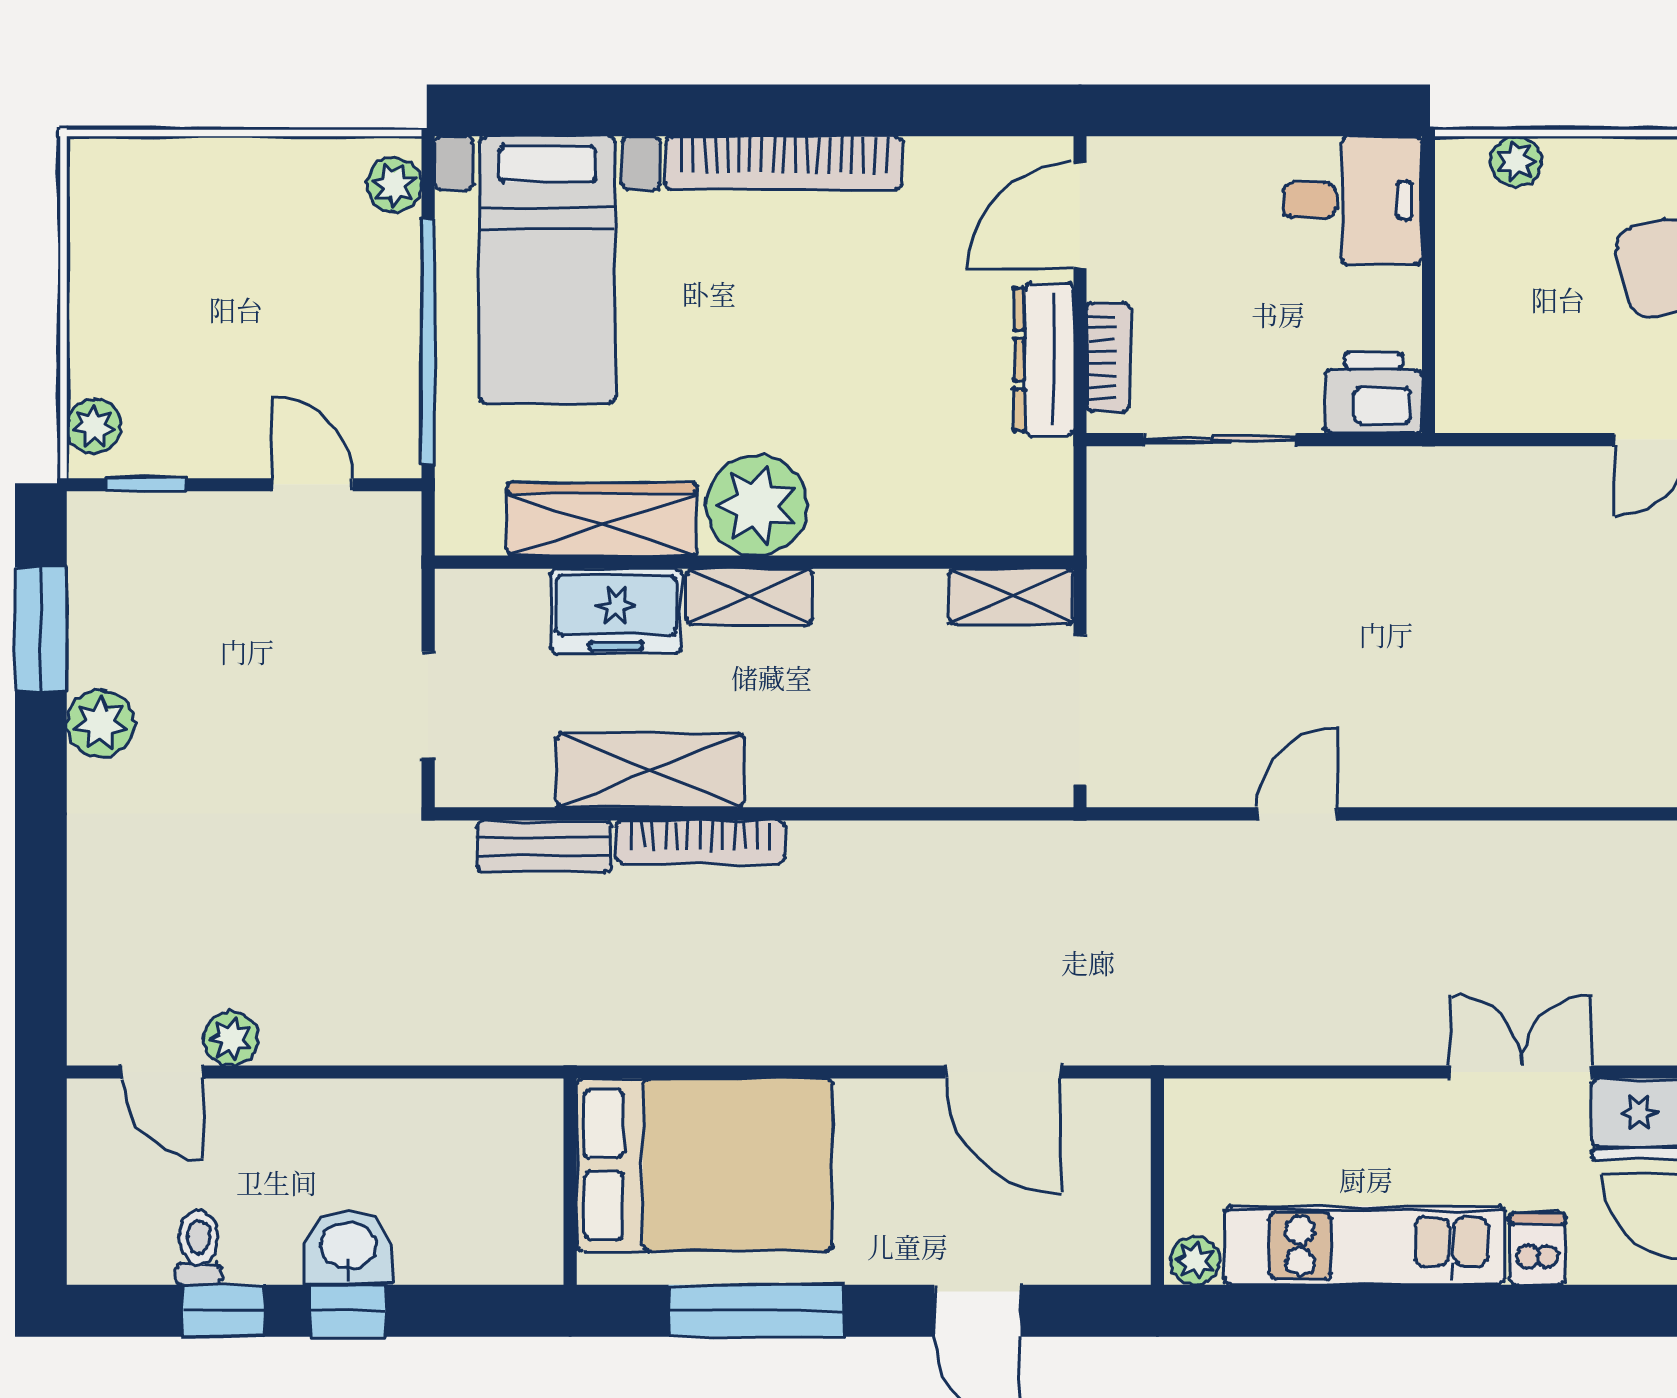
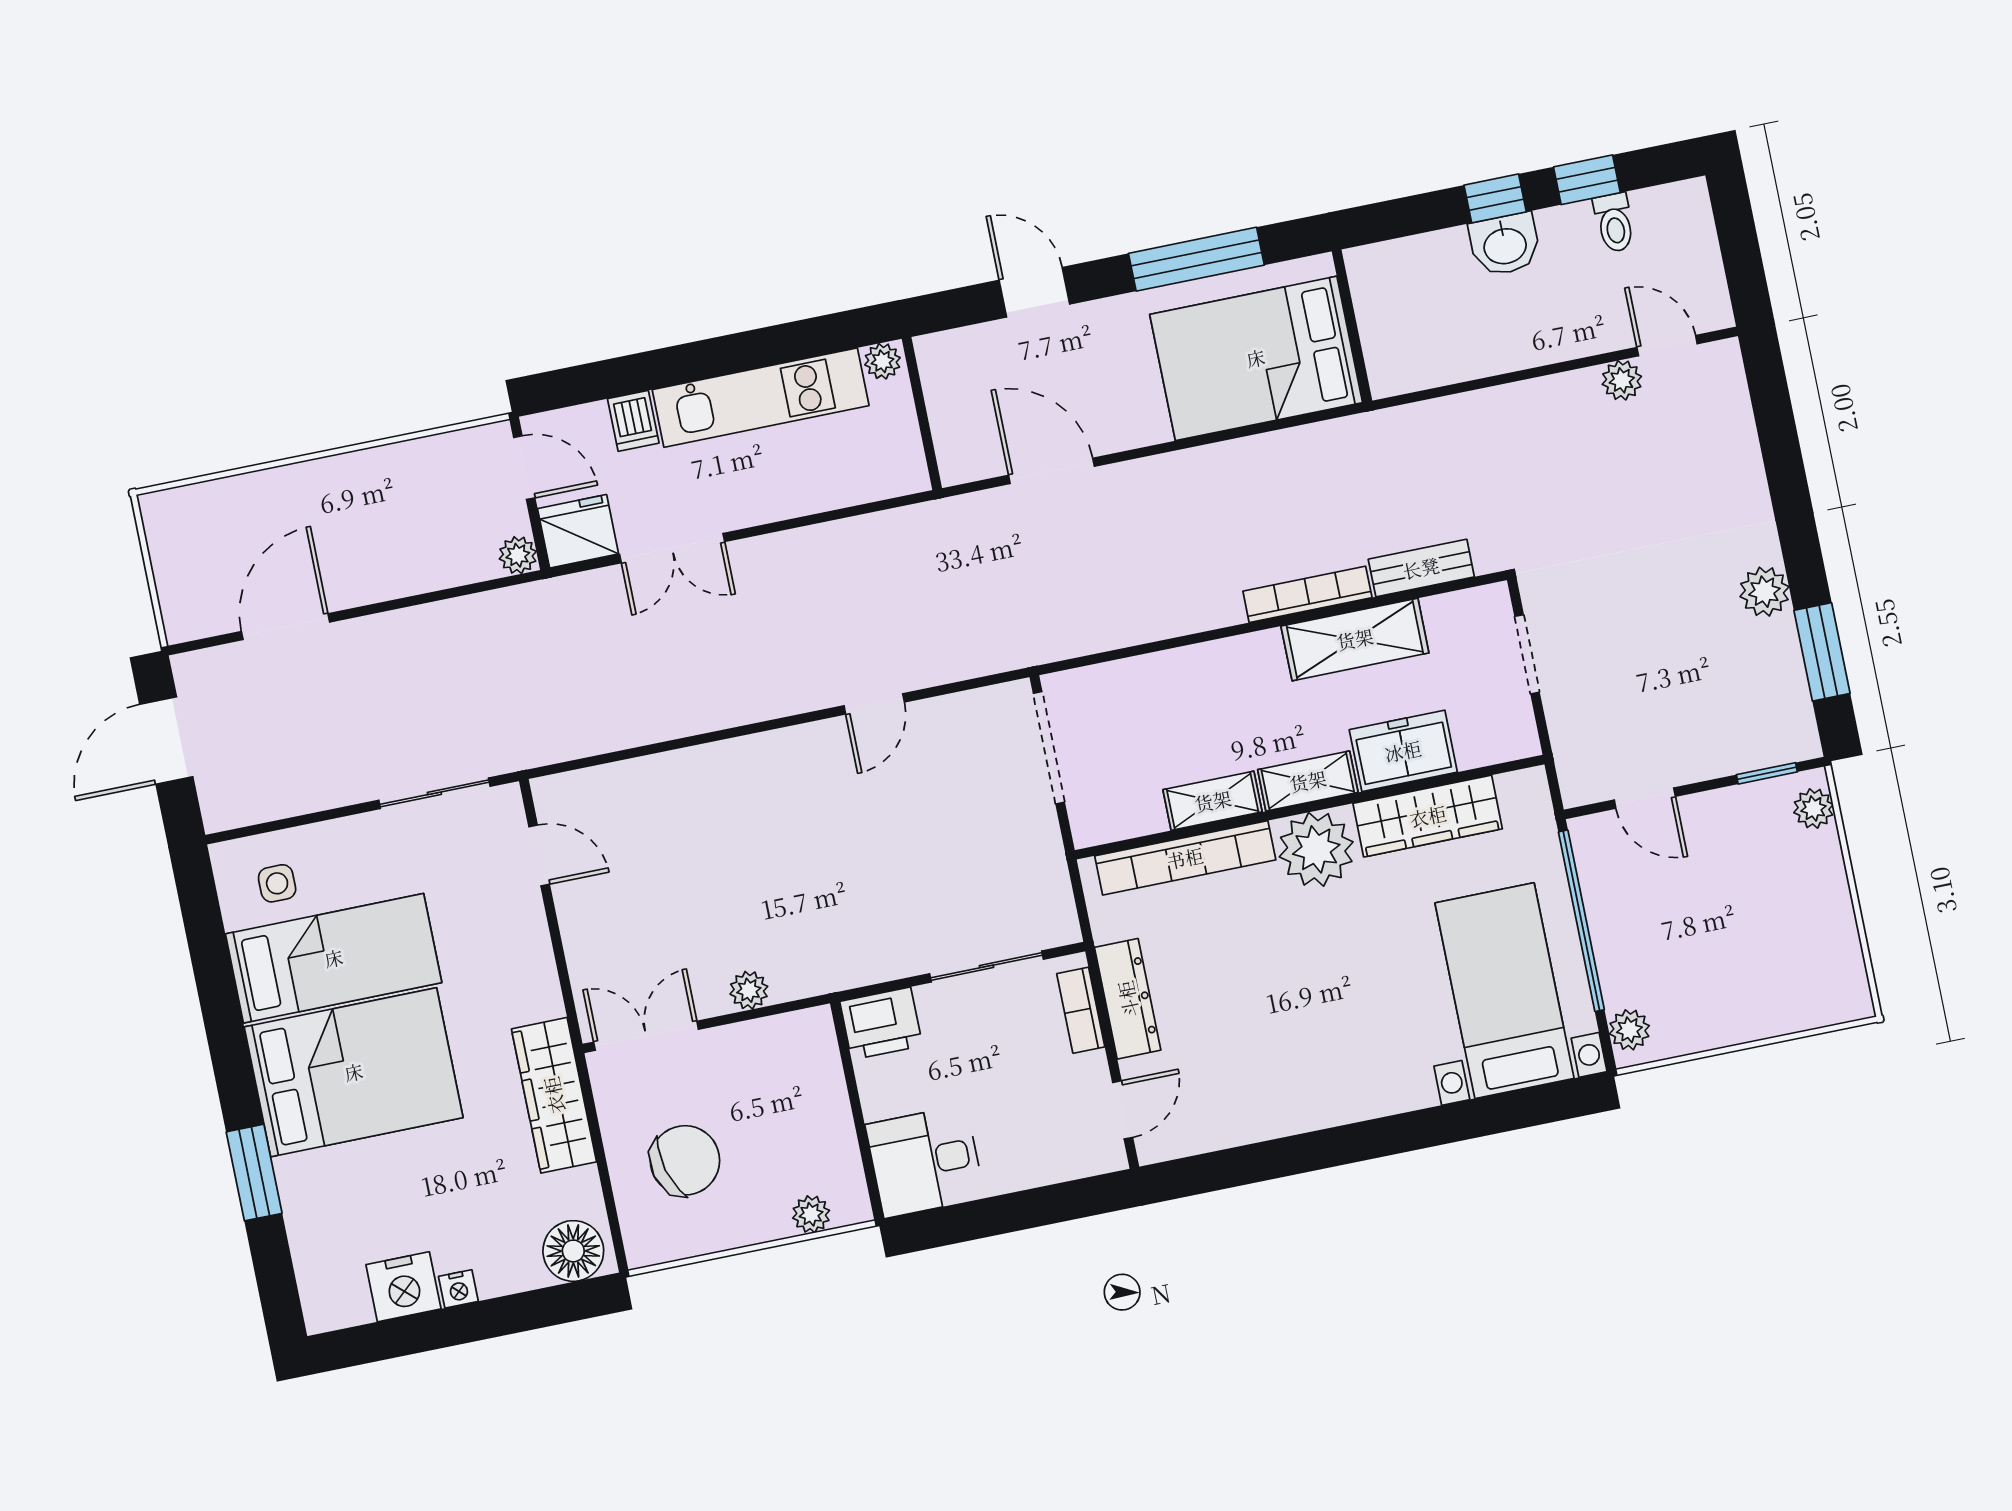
bookcase: (784, 163) -> (1185, 858), moved, turned 180
door: (1080, 215) -> (1123, 1110), width x0.73
plant: (1538, 472) -> (749, 990), added
shelving: (1011, 597) -> (1213, 801), moved

